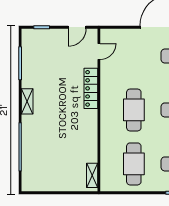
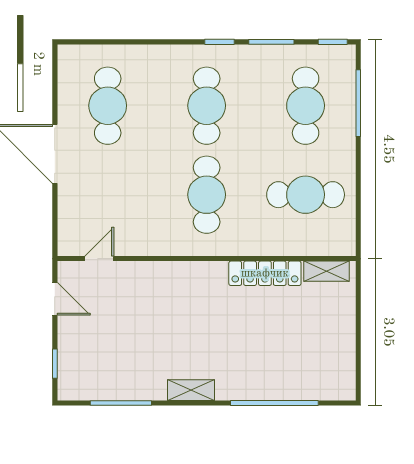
door: (99, 51) -> (99, 259), hinge flipped
locker: (91, 88) -> (265, 273), moved
cafe table: (134, 110) -> (207, 195), turned 90

